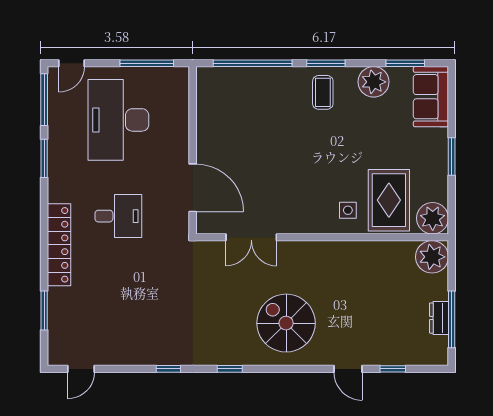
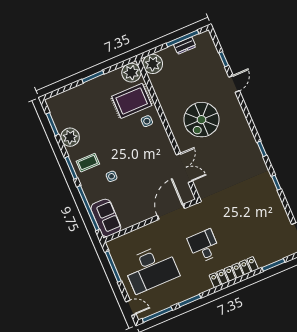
sofa: (431, 97) -> (106, 218), moved, turned -90
side table: (286, 120) -> (112, 176), added
spiral stairs: (286, 323) -> (201, 120), moved

